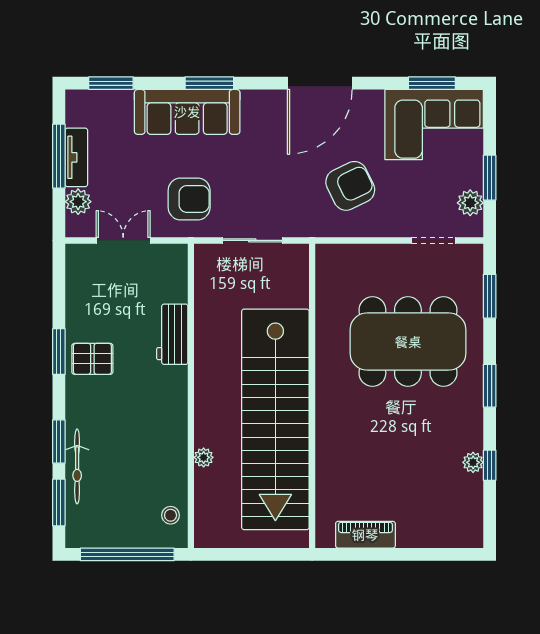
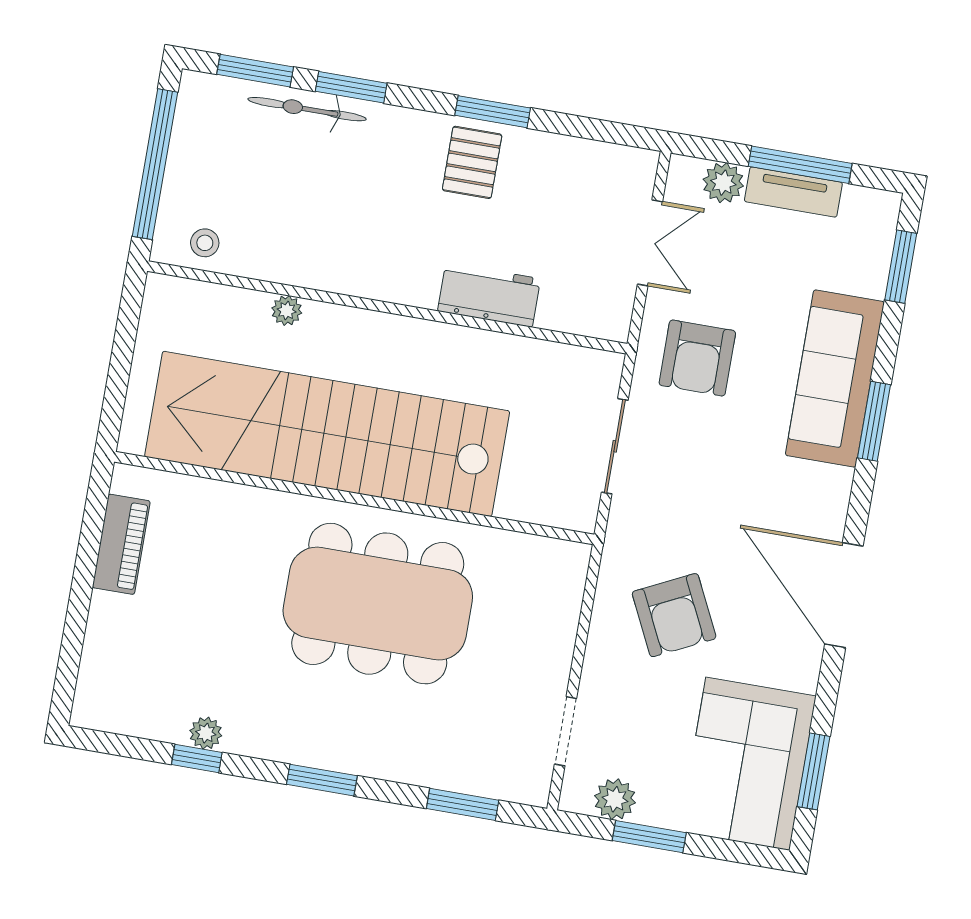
dining table: (408, 342) -> (378, 604), moved, turned 90

